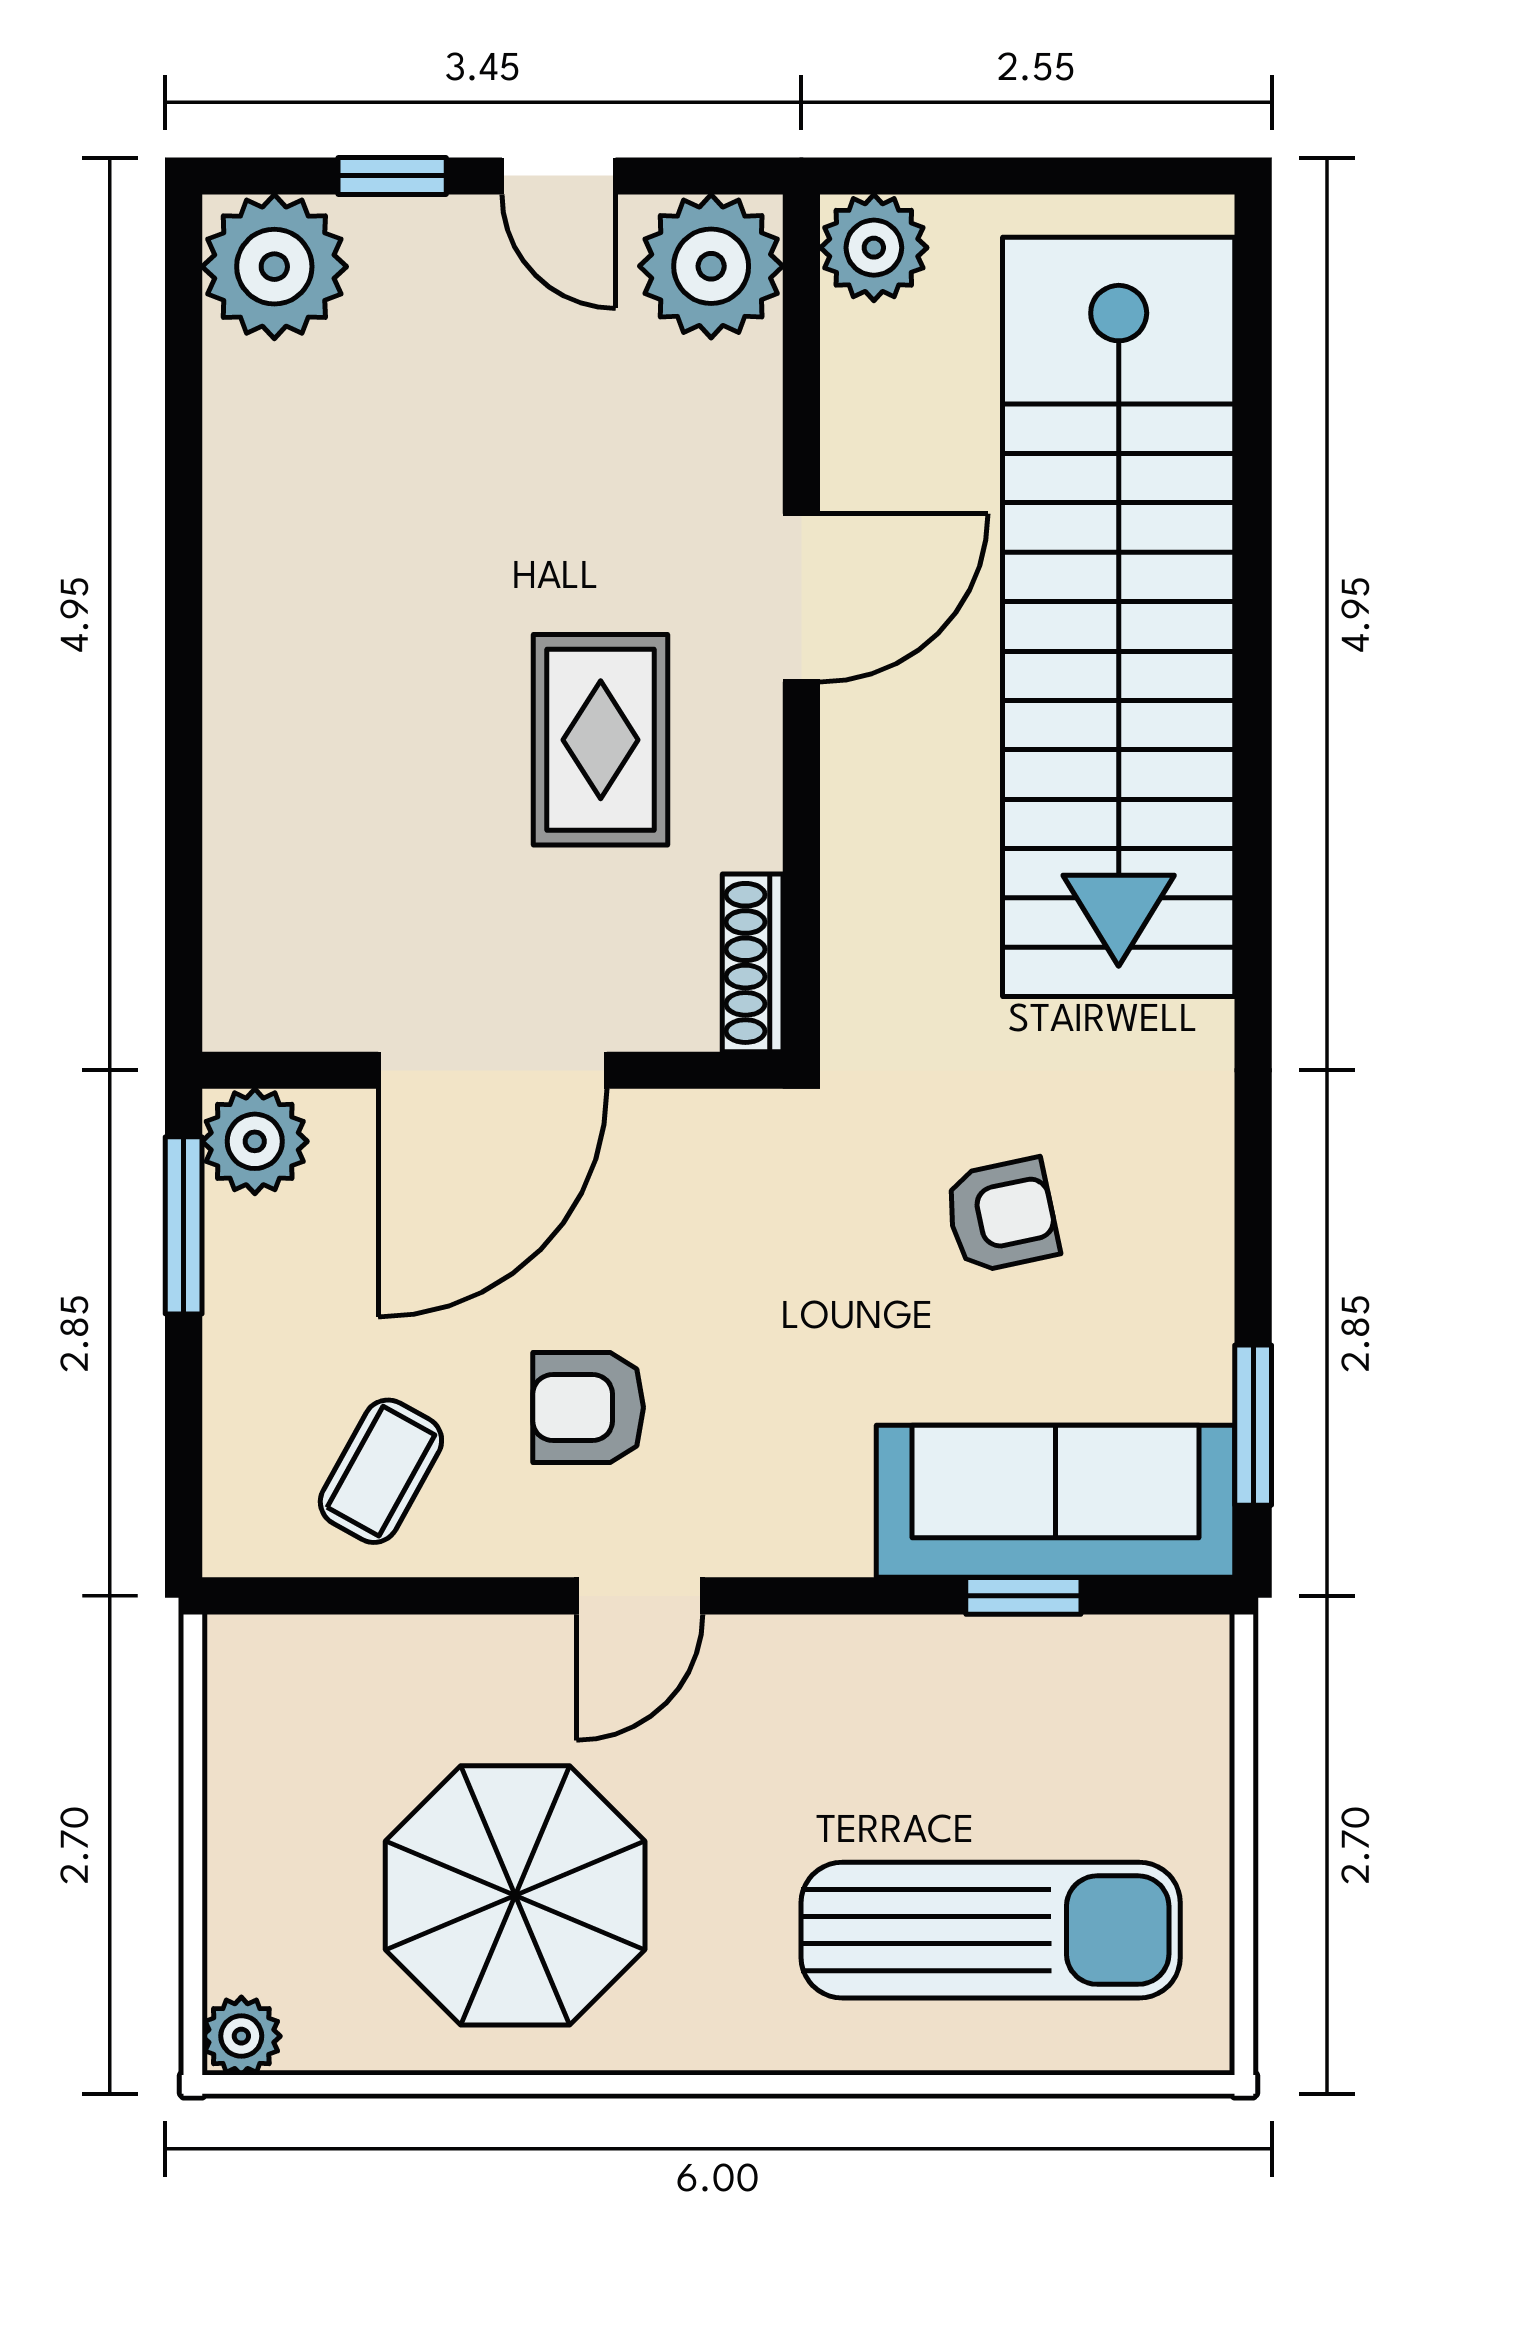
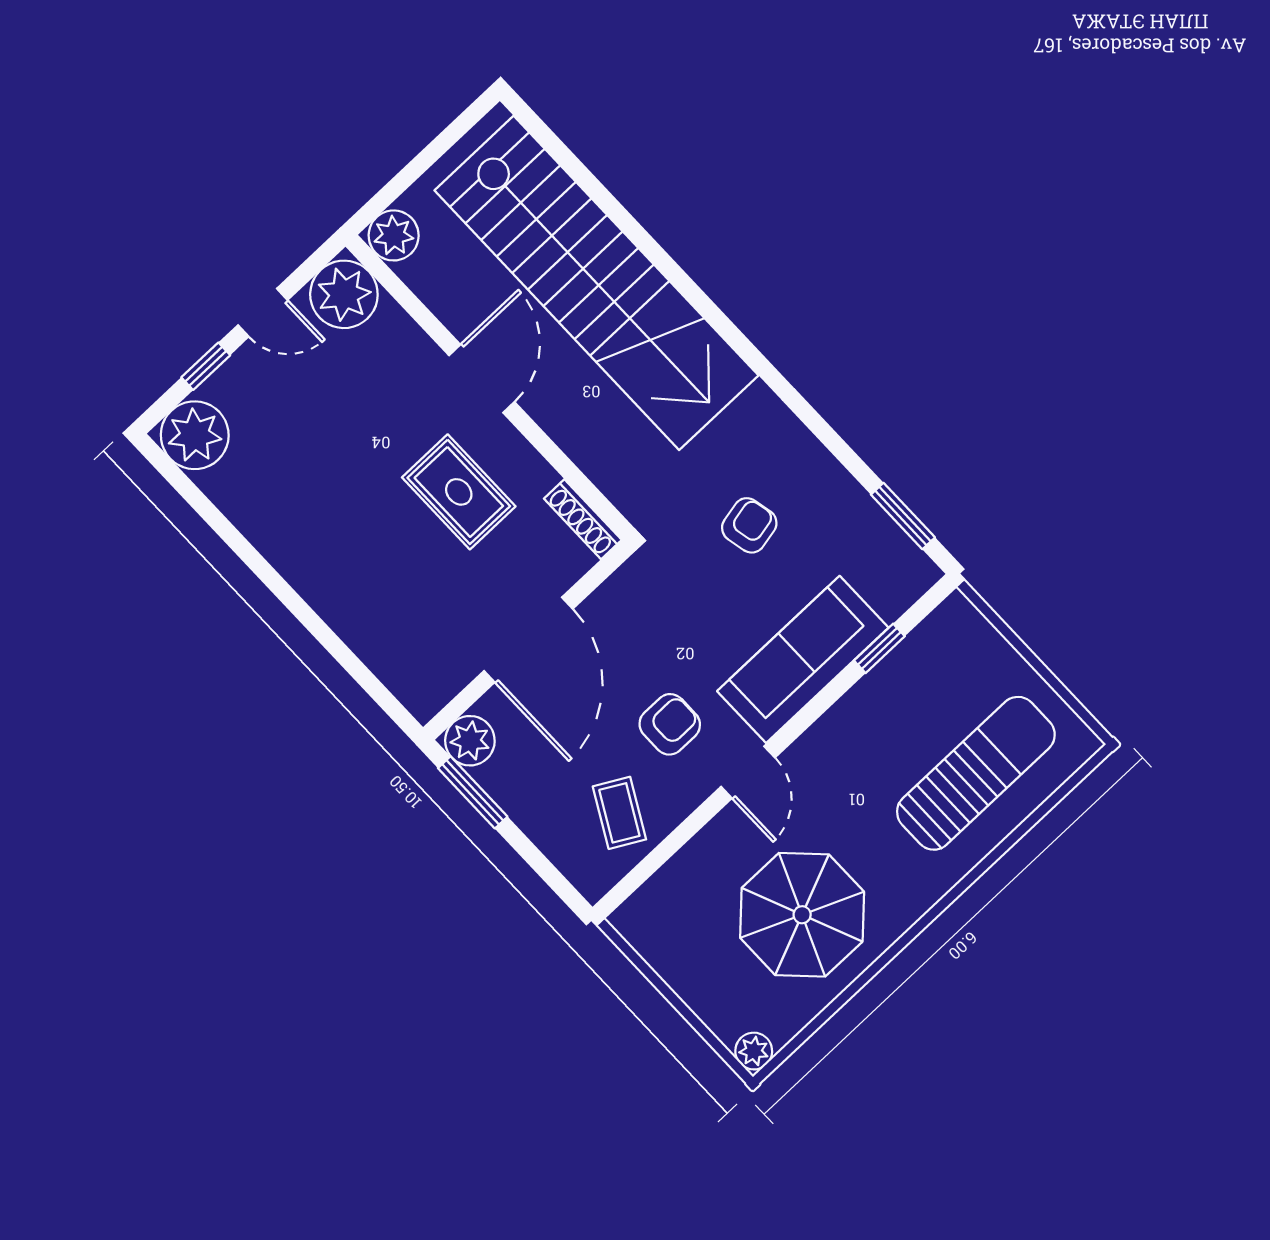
armchair: (588, 1407) -> (670, 724), turned 180
sofa: (1056, 1501) -> (803, 659), moved

